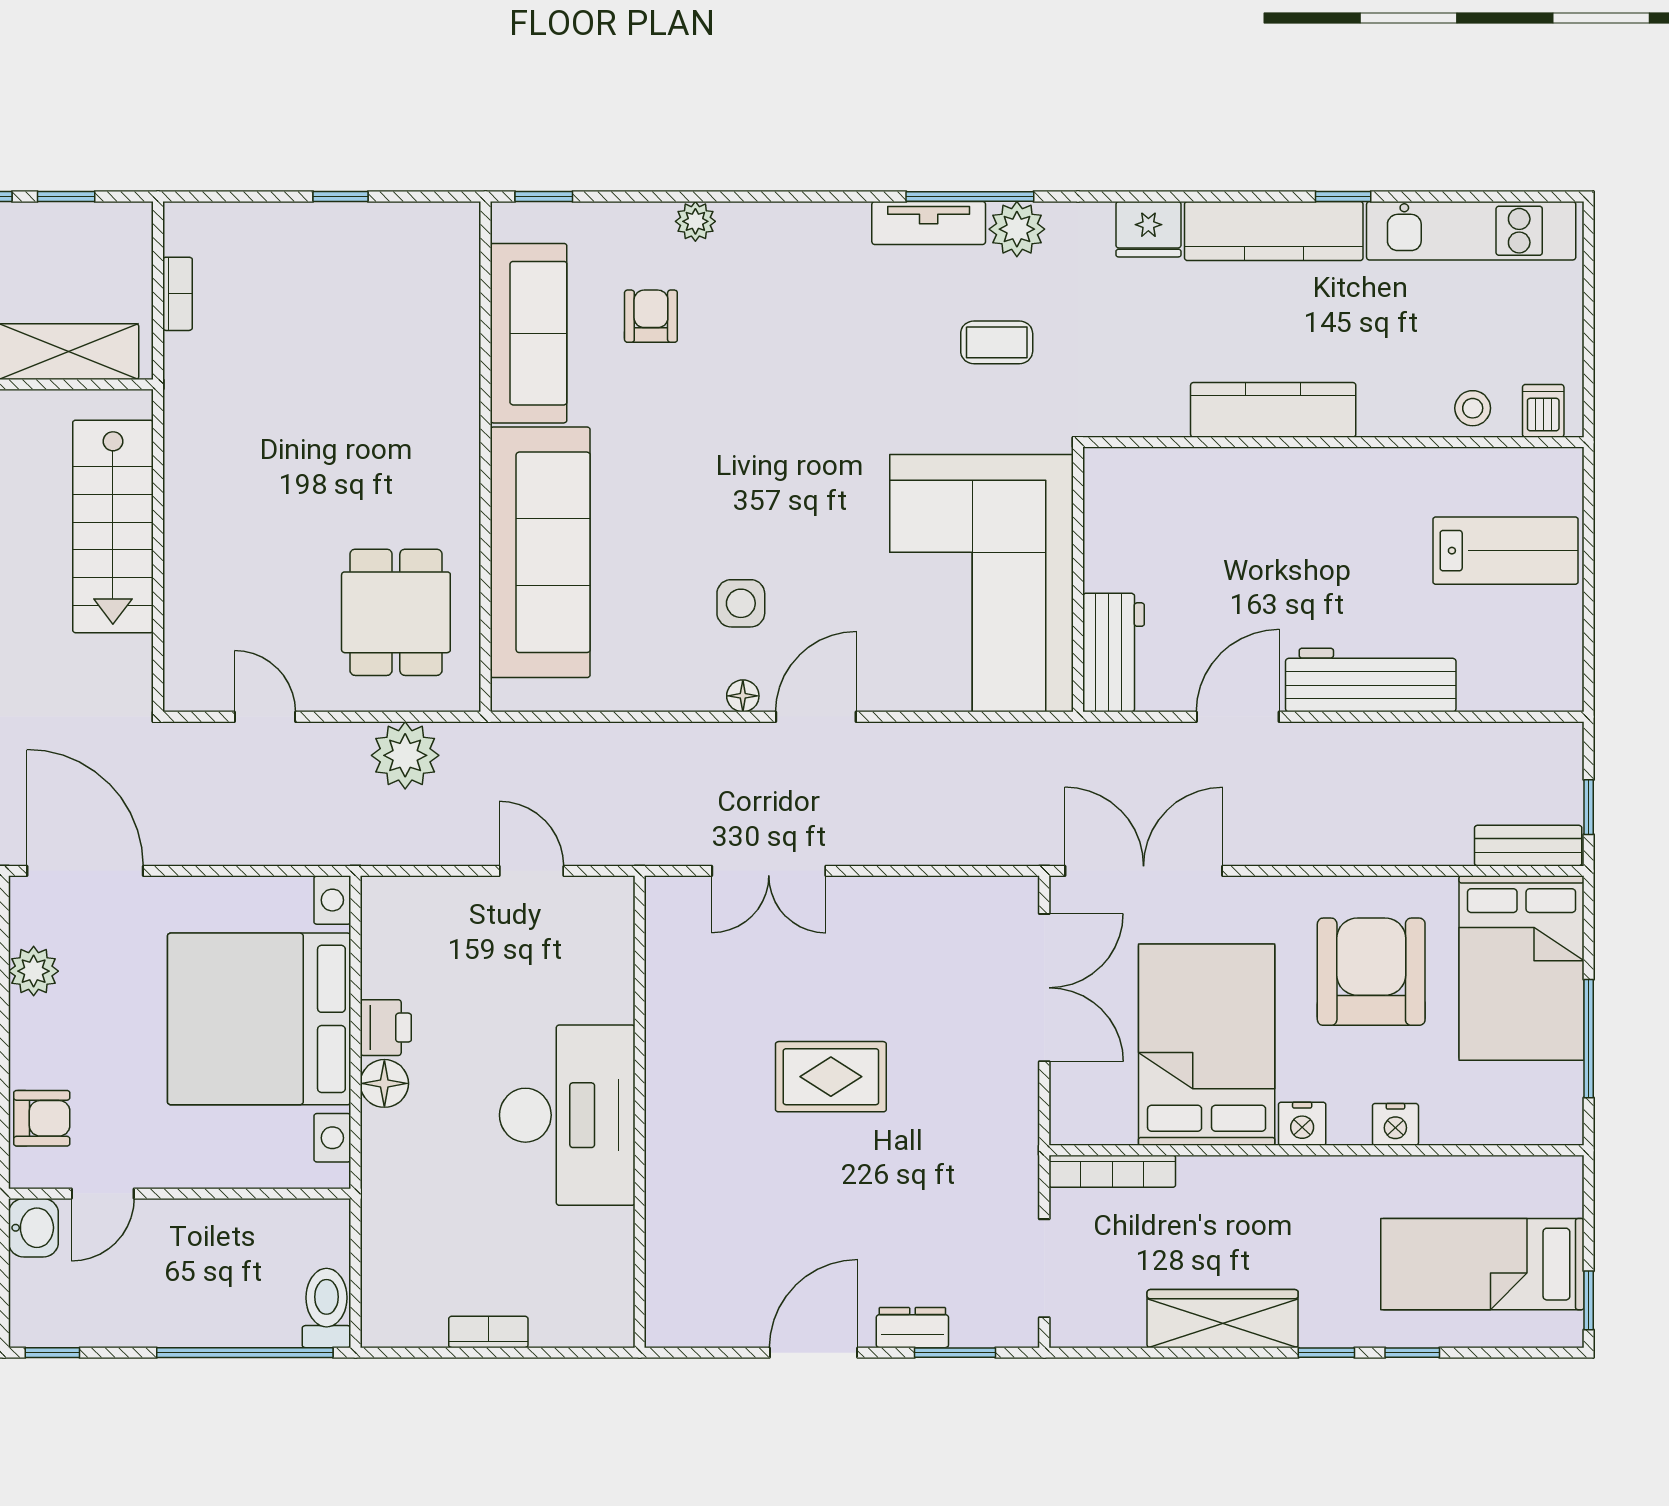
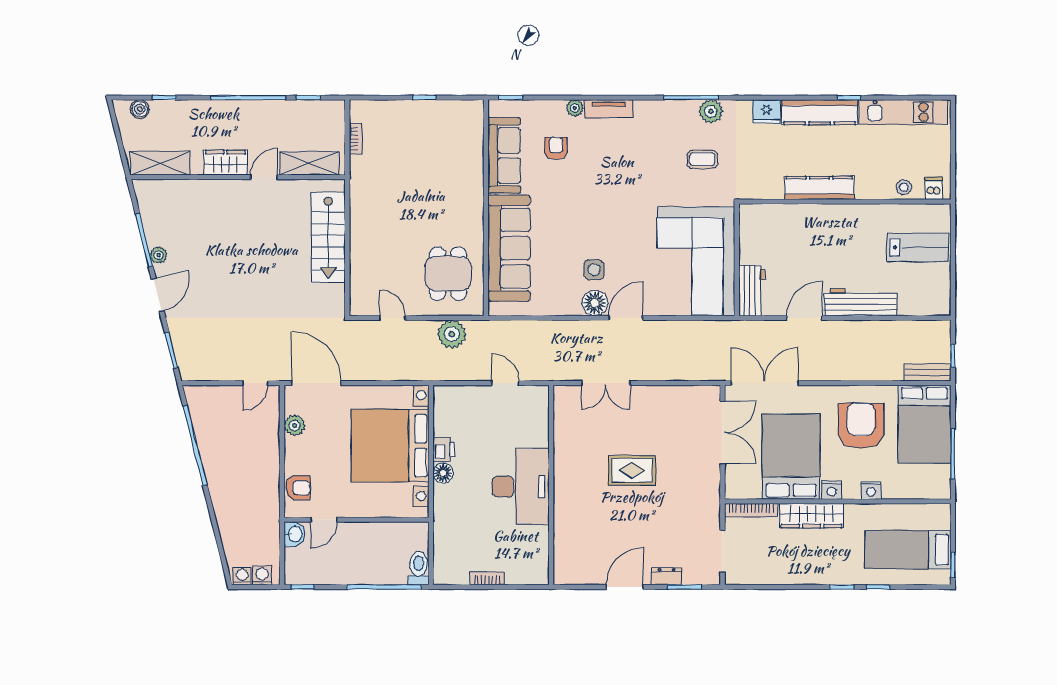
tv unit: (929, 223) -> (609, 109), moved
floor lamp: (743, 696) -> (595, 303), width x1.89, depth x1.89
wardrobe: (1223, 1319) -> (812, 516), moved, turned 180

